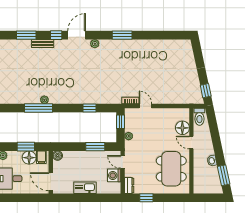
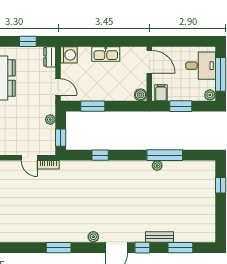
floor lamp: (29, 158) -> (177, 92), removed
washing machine: (114, 175) -> (69, 55), moved

